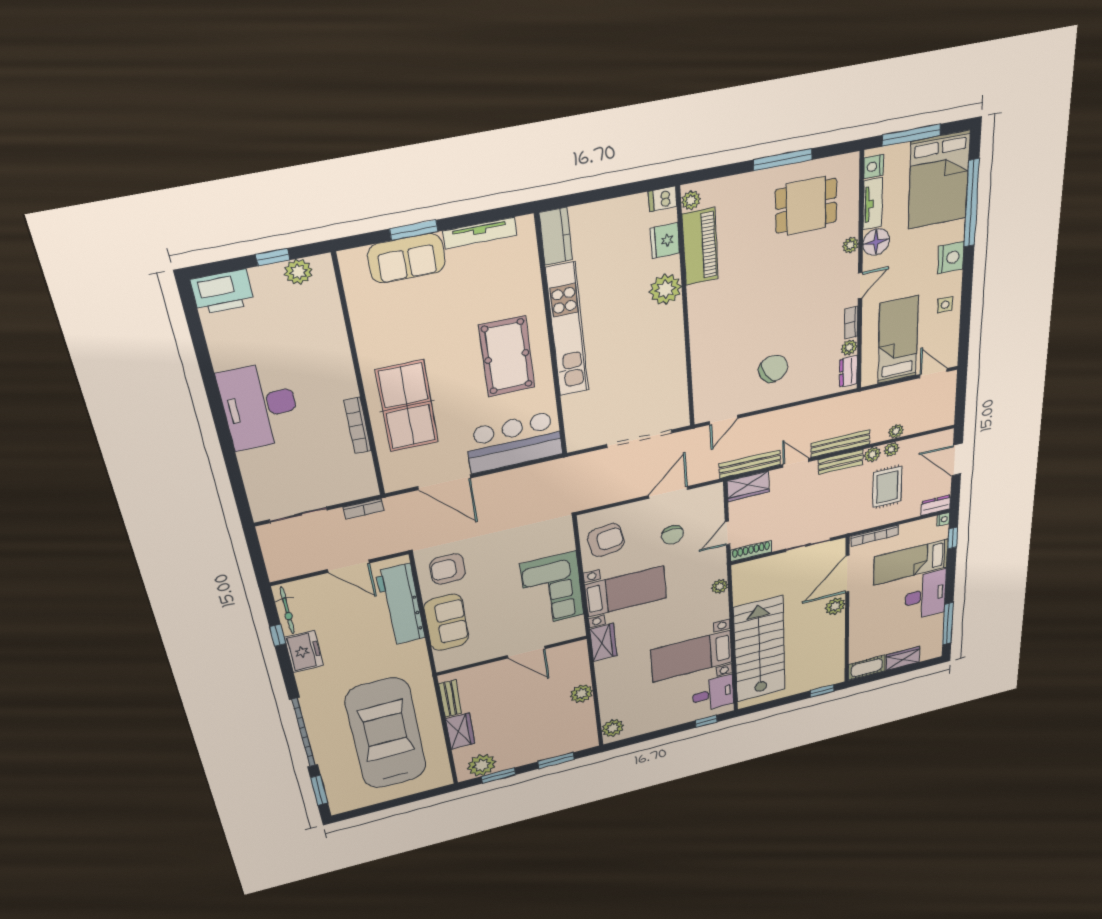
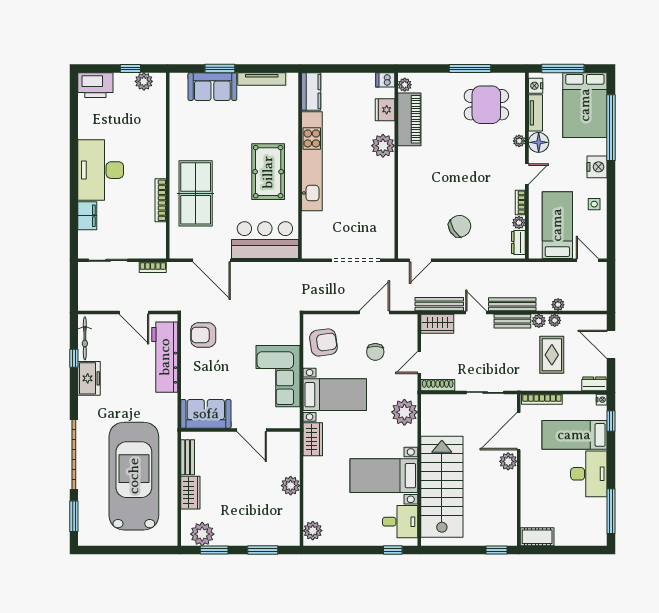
filing cabinet: (254, 468) -> (87, 216), added
plant: (720, 586) -> (404, 412), width x1.88, depth x1.88
sofa: (446, 622) -> (206, 414), moved, turned -90
wardrobe: (903, 658) -> (570, 537), removed

